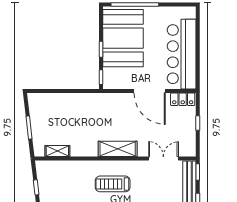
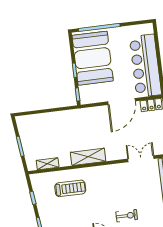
door: (150, 91) -> (121, 101), hinge flipped
shelving: (118, 149) -> (88, 157), moved
treadmill: (113, 184) -> (70, 188), moved, turned 180

